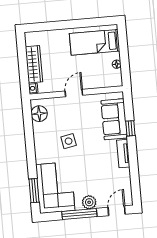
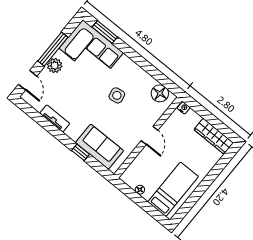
wardrobe: (34, 64) -> (214, 136), moved
tv unit: (123, 154) -> (55, 118), moved

